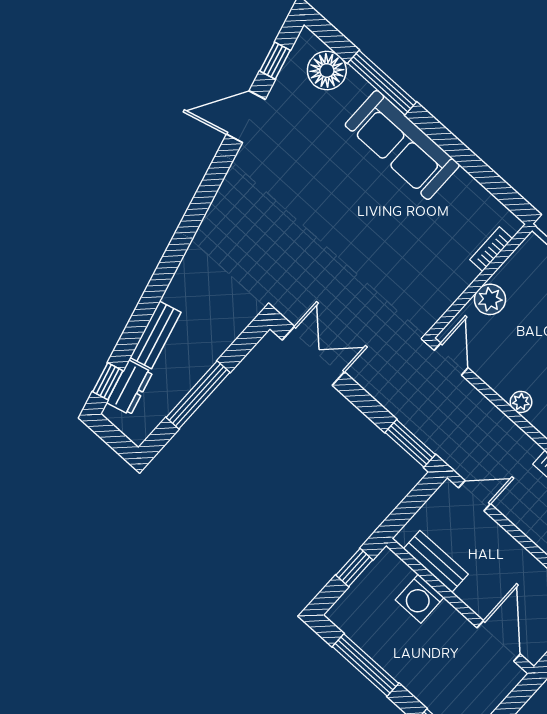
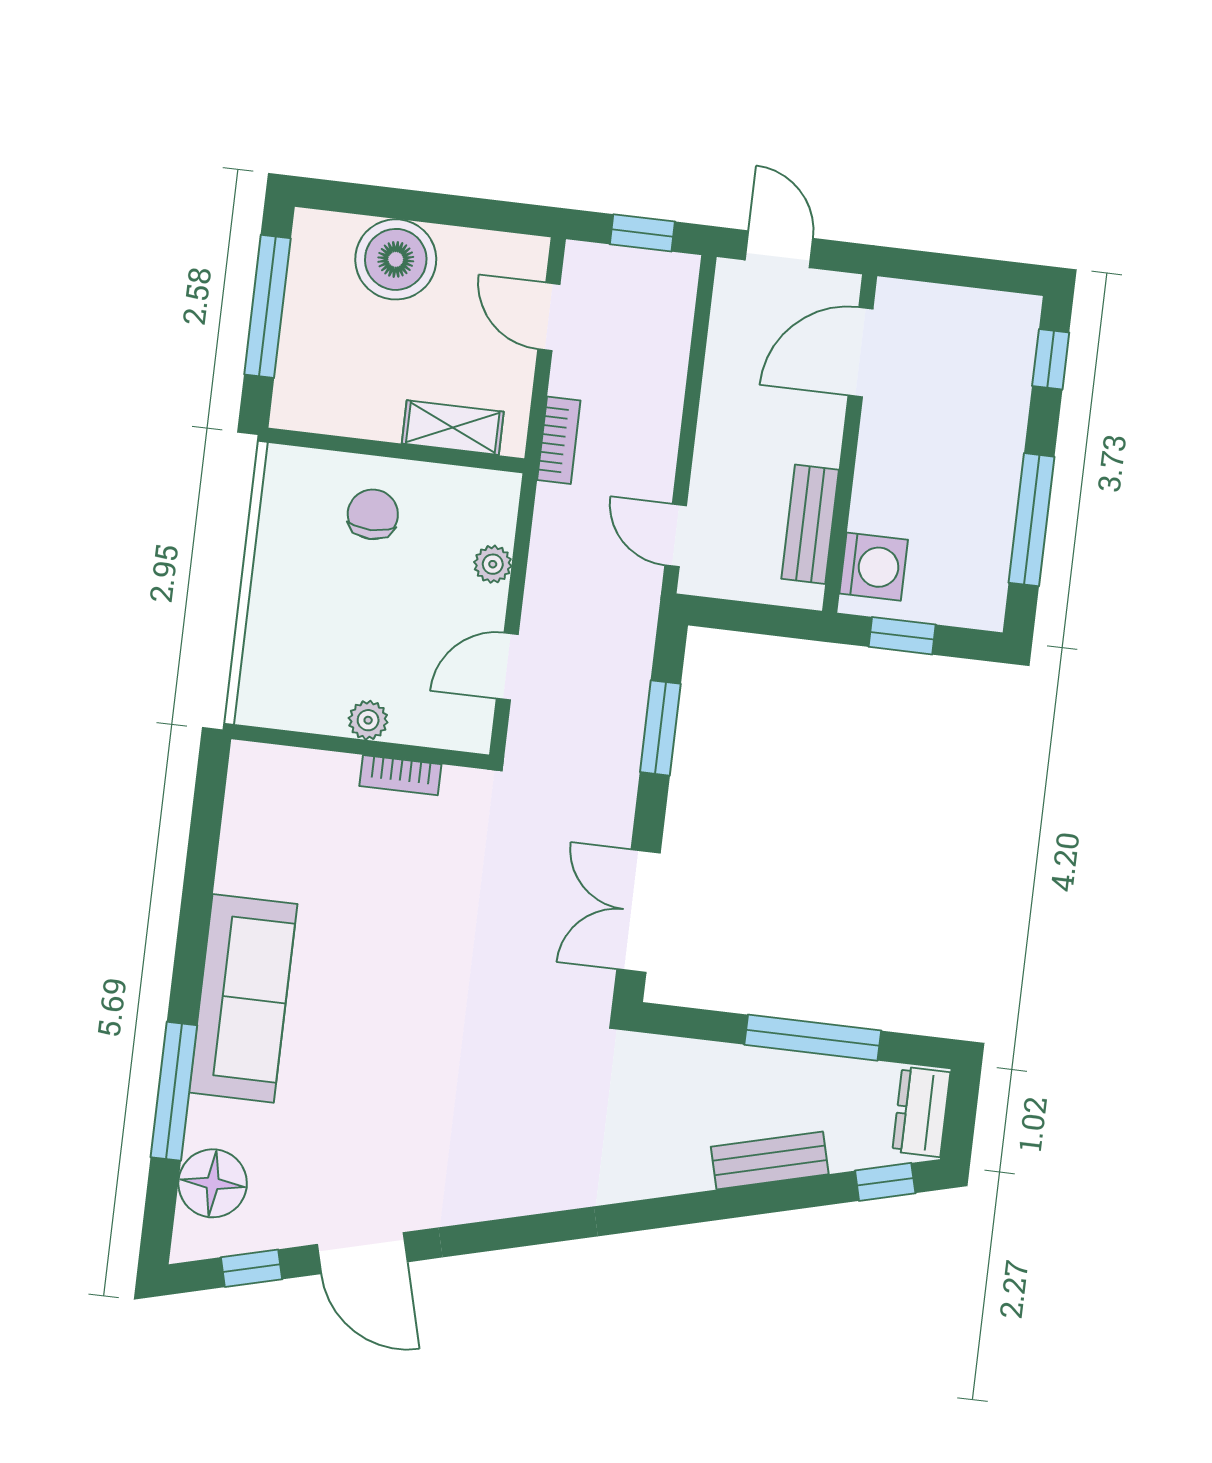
bookcase: (491, 249) -> (400, 775), moved
plant: (490, 299) -> (368, 720), width x0.73, depth x0.73
door: (451, 359) -> (507, 667), moved
dresser: (130, 388) -> (921, 1112), moved, turned -75
window: (410, 443) -> (660, 728), moved
washing machine: (420, 599) -> (874, 567), moved

